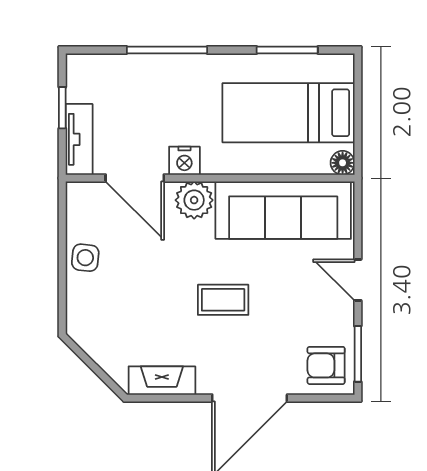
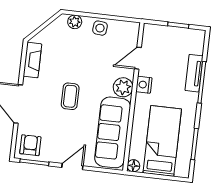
tv unit: (79, 139) -> (194, 73), moved, turned 90
door: (135, 178) -> (138, 58), width x0.73
plant: (79, 308) -> (75, 22), added

